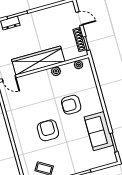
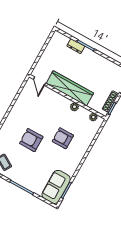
armchair: (48, 130) -> (31, 140), turned -90
sofa: (99, 131) -> (56, 187), moved

